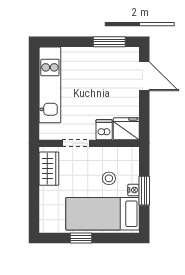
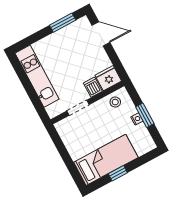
wardrobe: (49, 169) -> (68, 136), removed
stool: (109, 178) -> (115, 102), moved
bed: (103, 214) -> (106, 160), moved, turned 180

